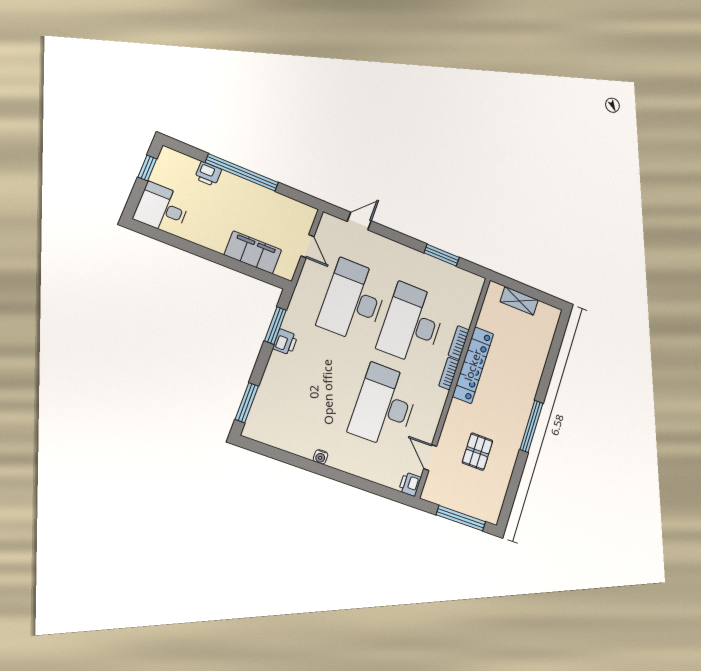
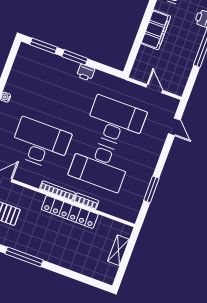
door: (307, 246) -> (154, 89), swing flipped
filing cabinet: (253, 252) -> (156, 30), moved
desk: (412, 324) -> (100, 165), turned 180
window: (275, 326) -> (75, 57), moved
bookcase: (449, 374) -> (58, 191), width x1.56

